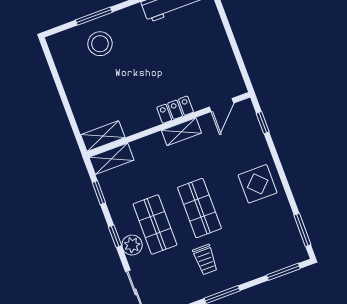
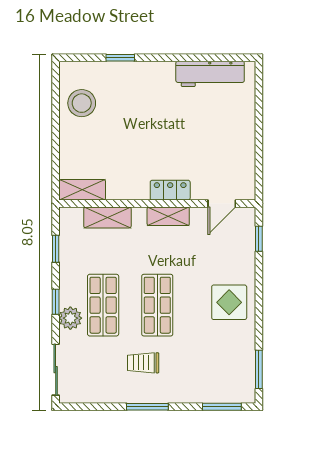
window: (94, 16) -> (120, 58), width x0.67
stool: (100, 44) -> (82, 103), moved
shelving: (111, 159) -> (107, 217), moved
trolley: (205, 260) -> (143, 363), turned 90

